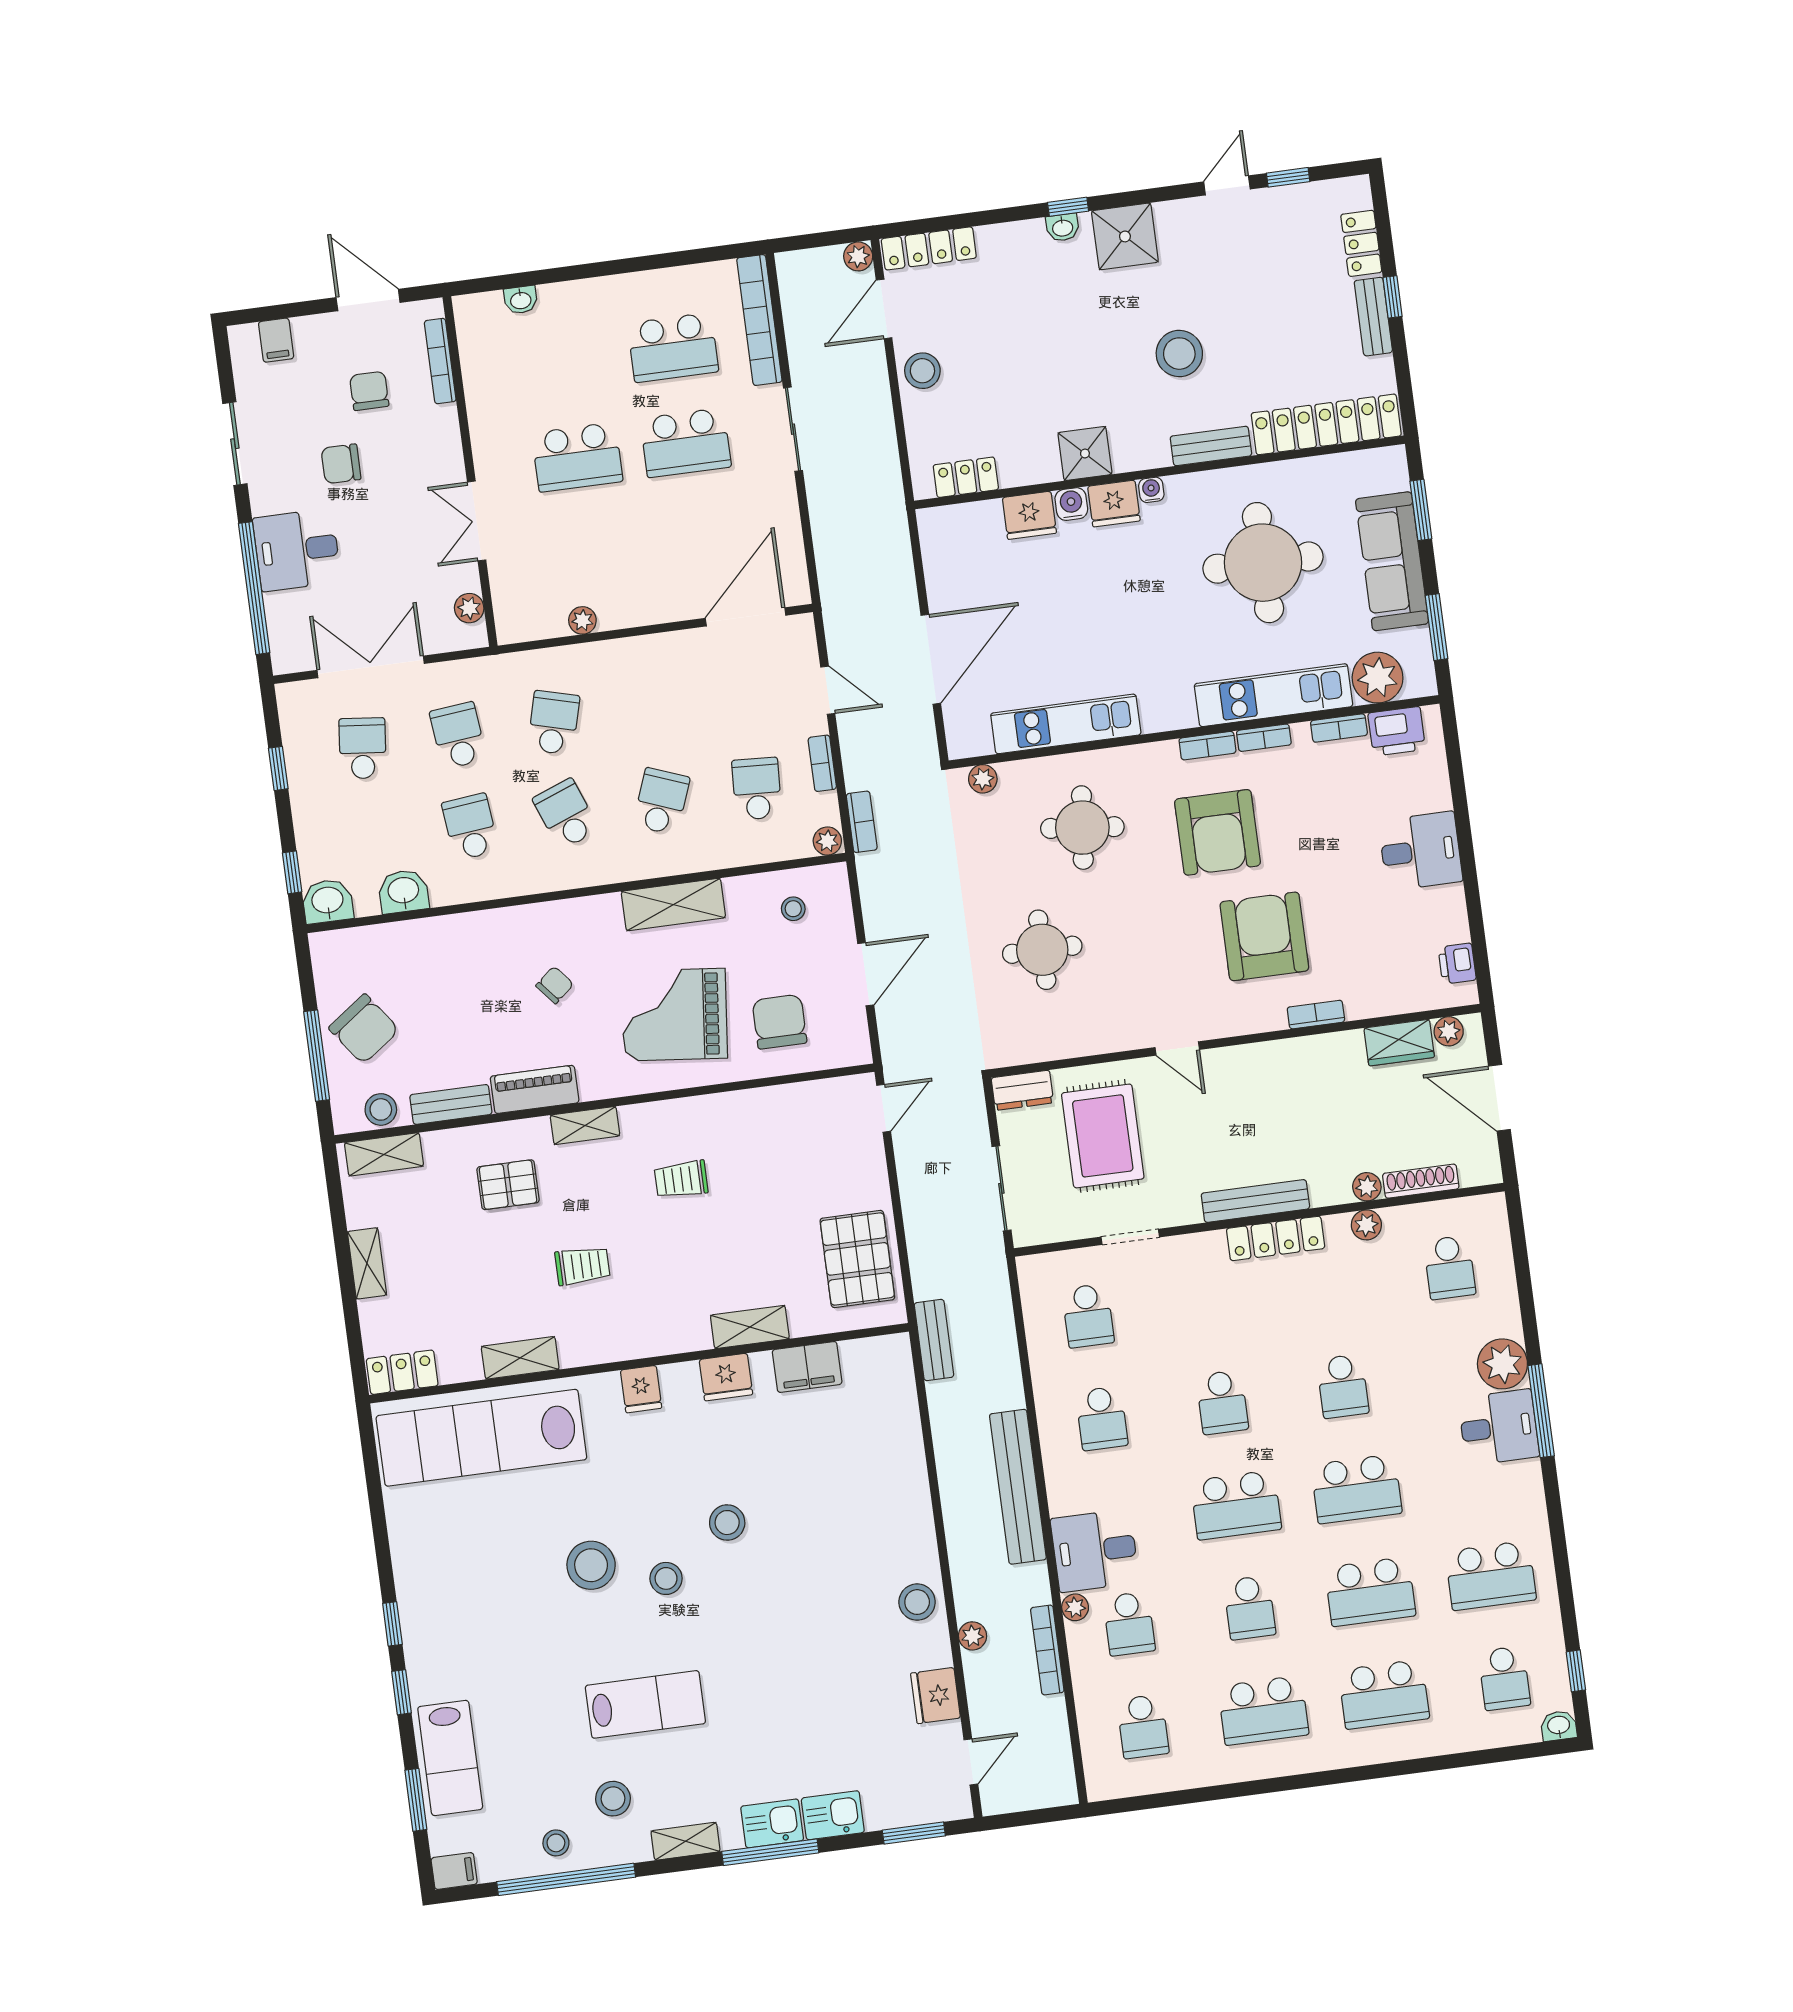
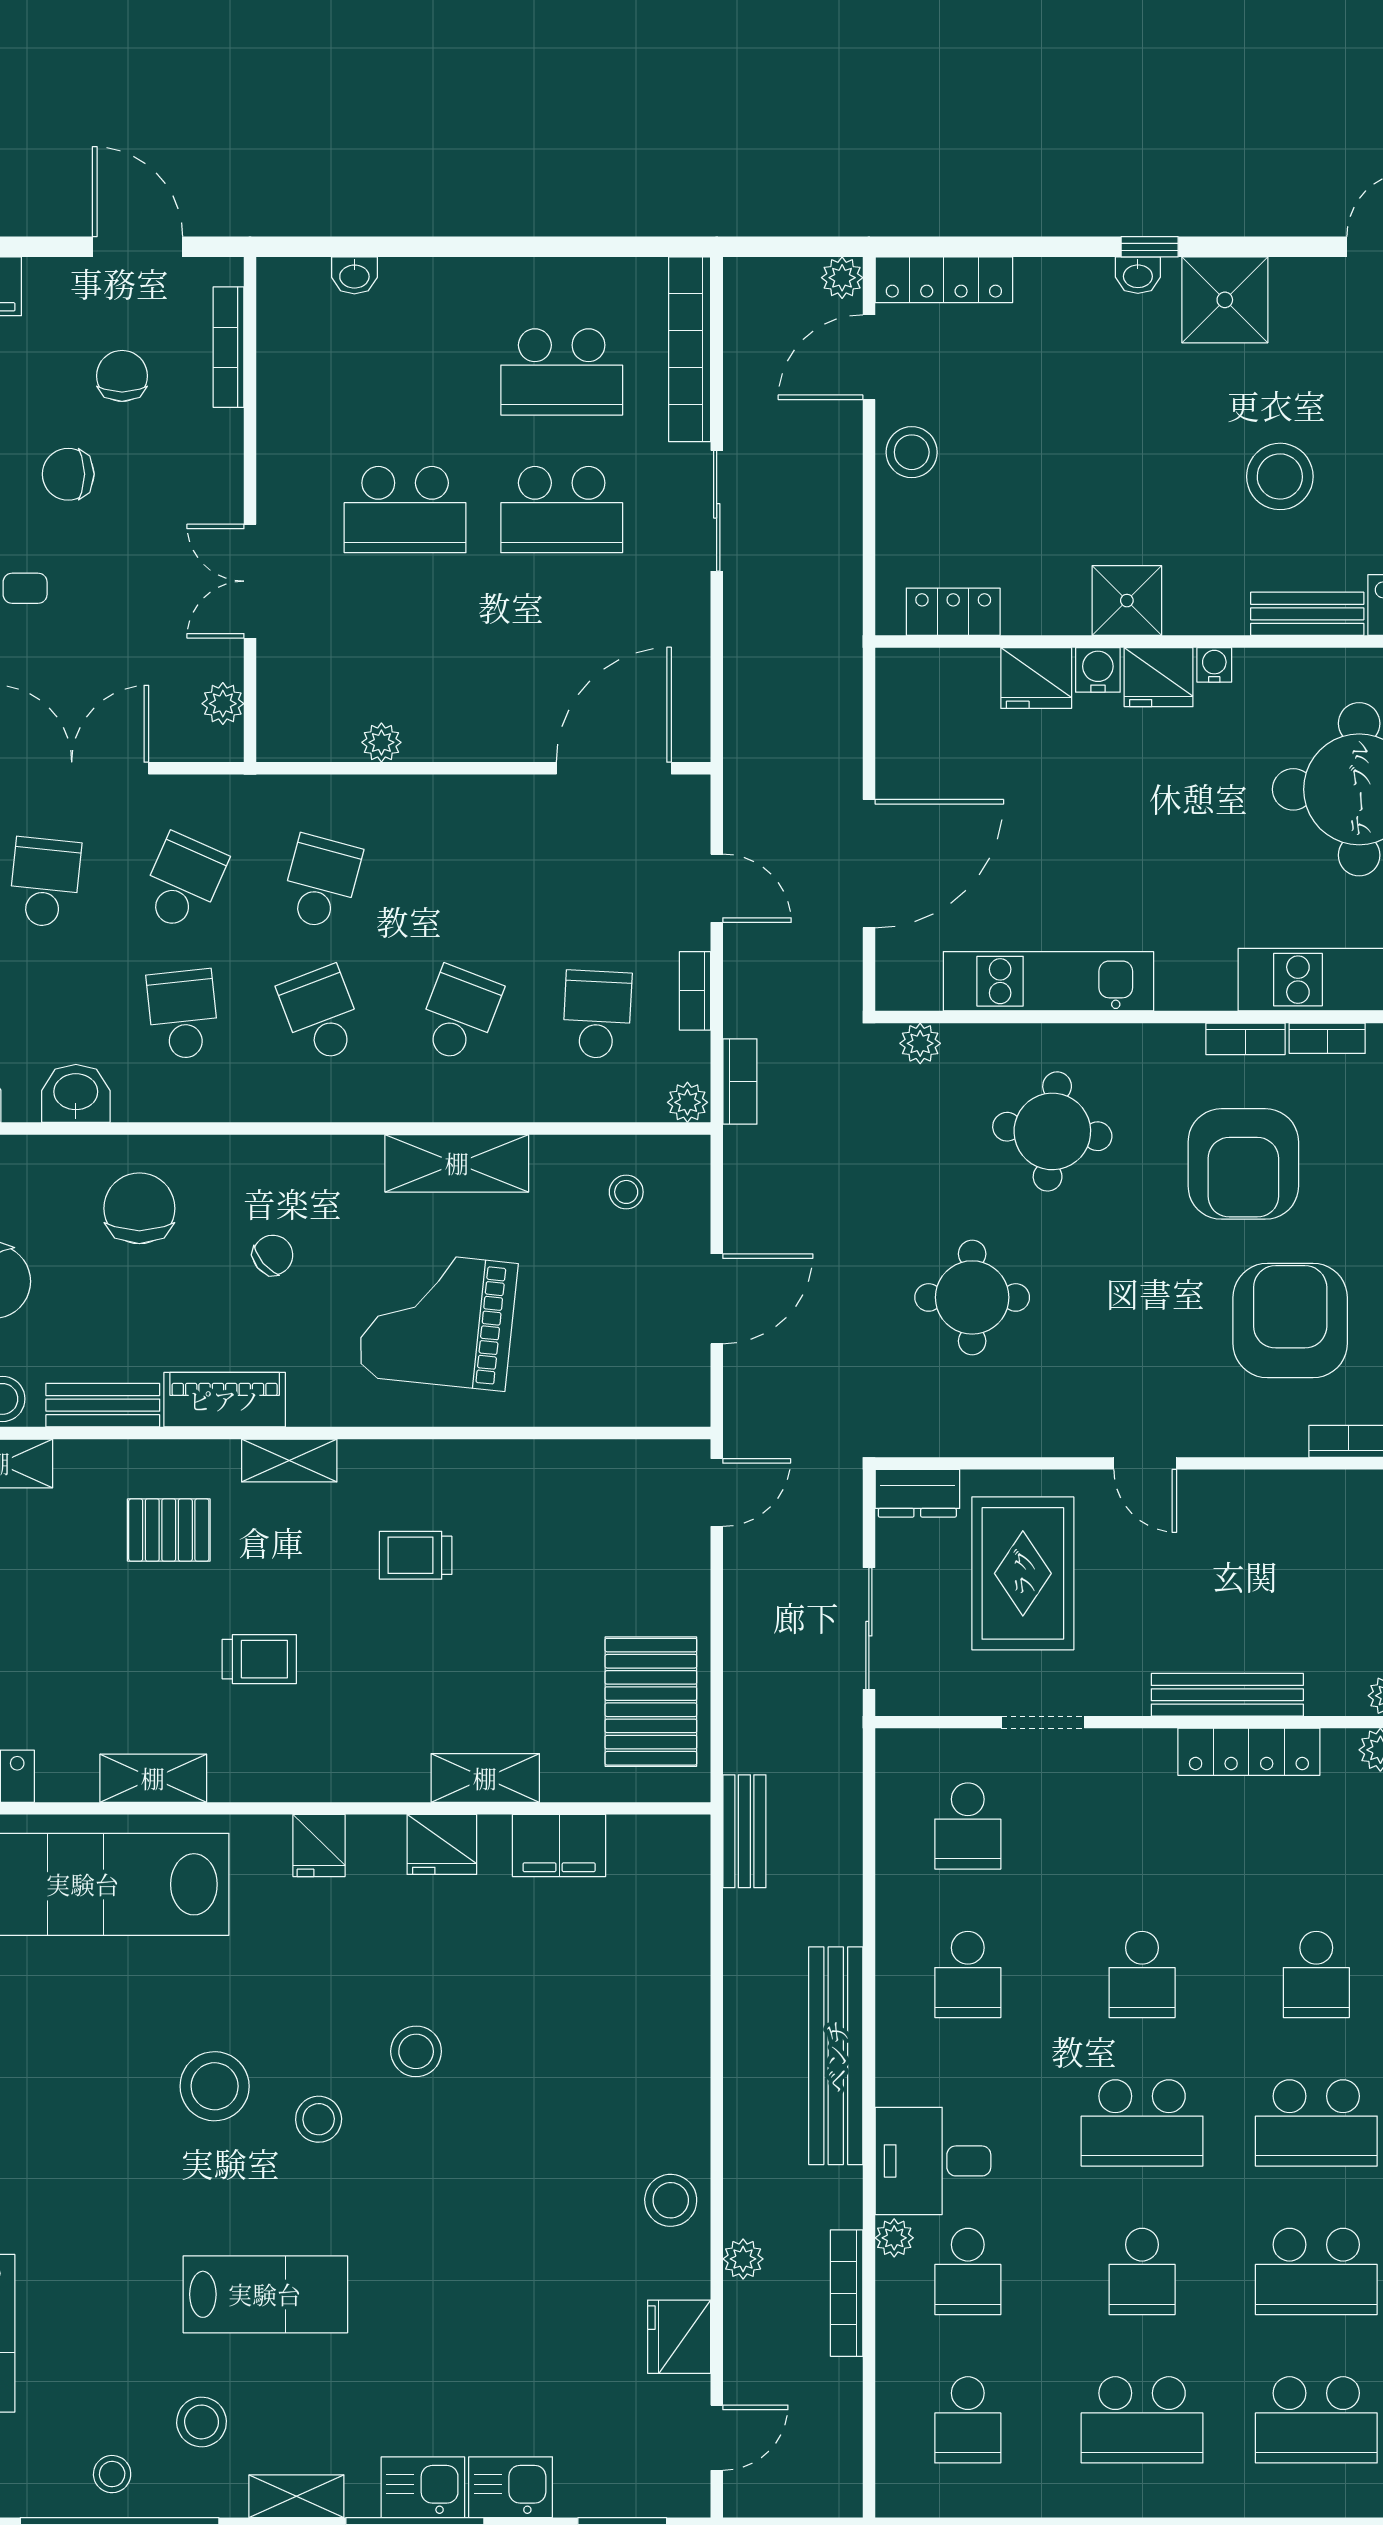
school desk: (458, 735) -> (183, 882), turned 30
chair: (779, 1022) -> (139, 1208), moved

